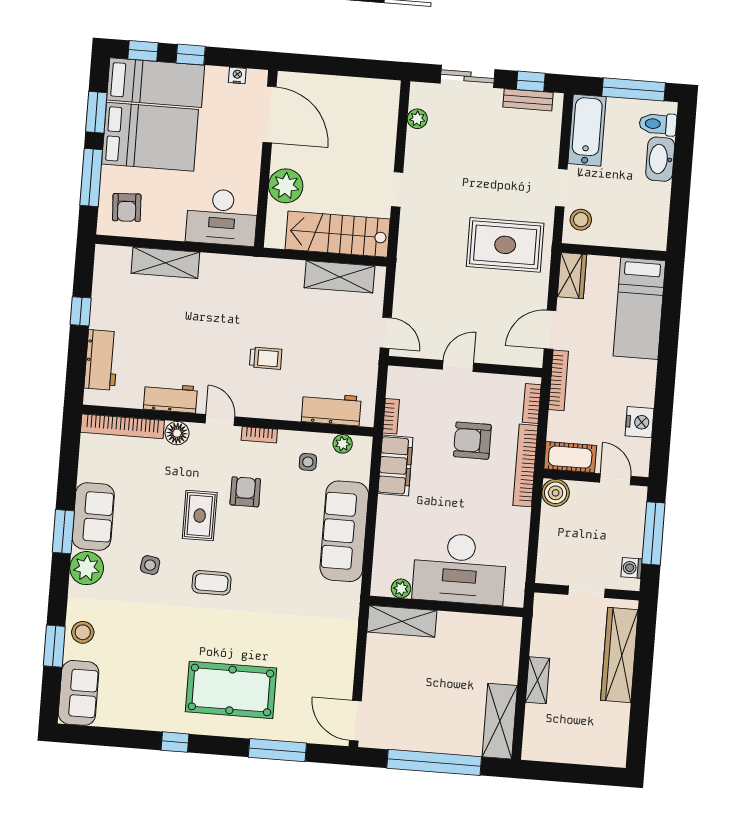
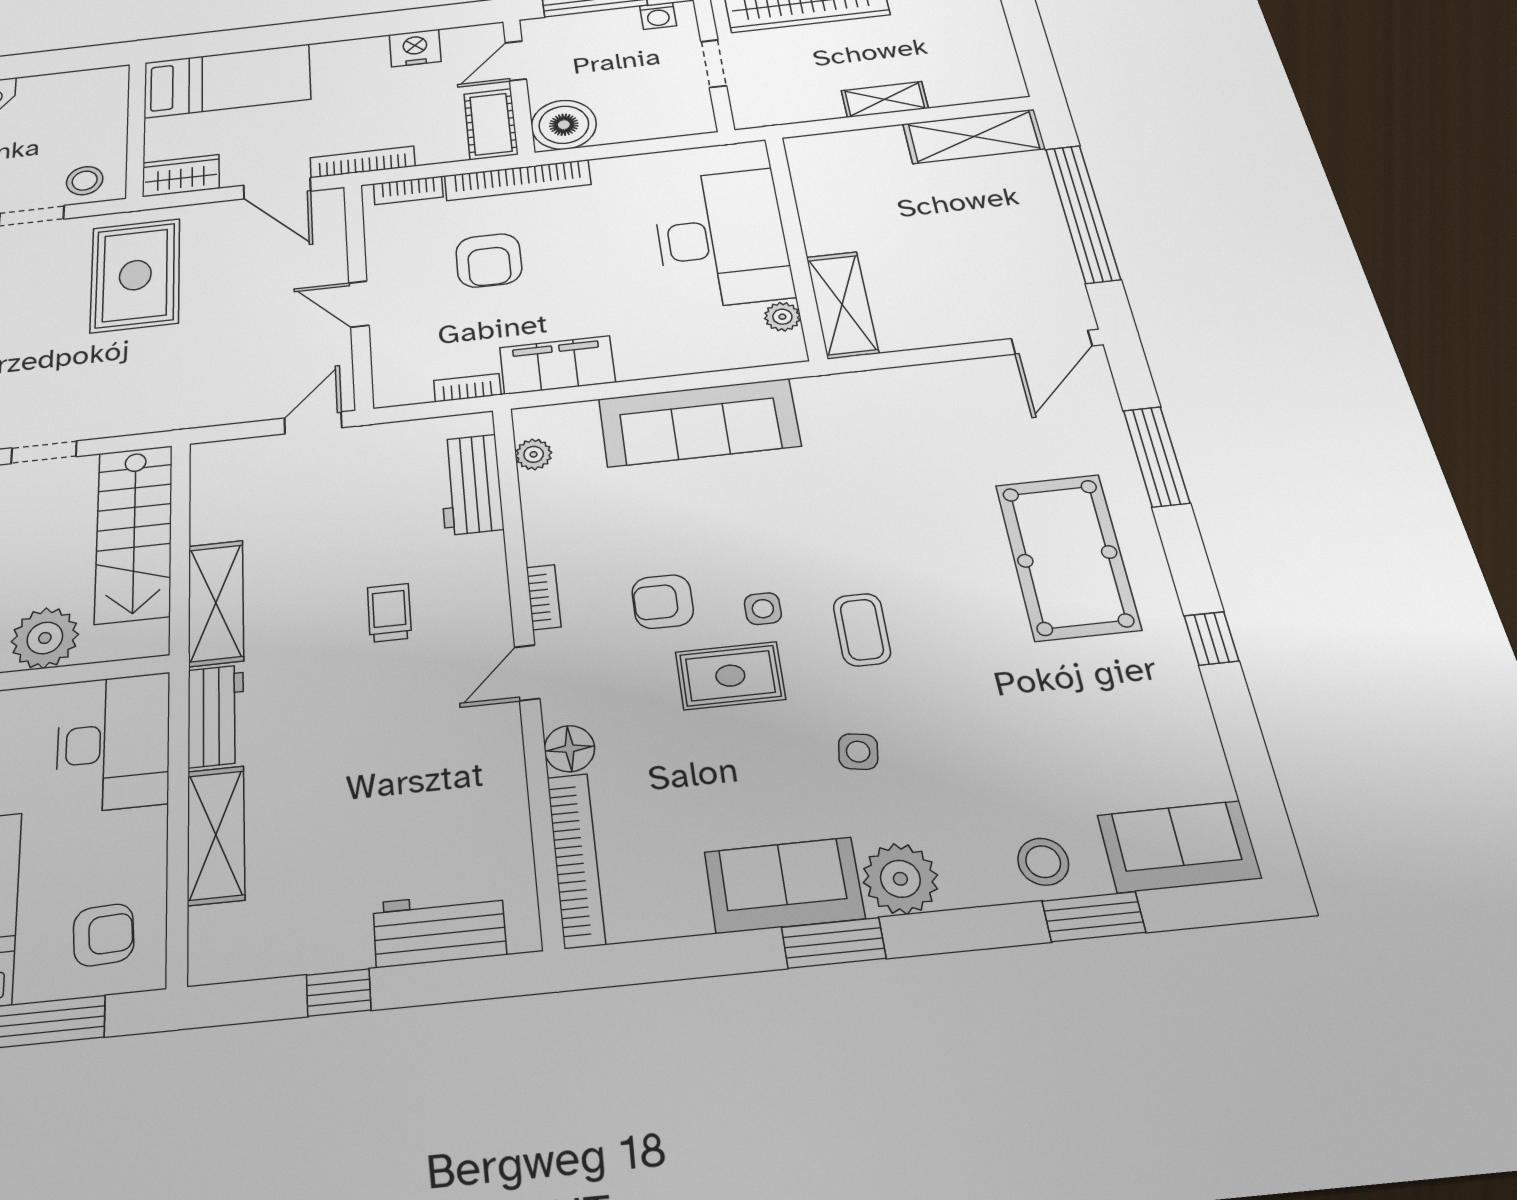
shelving: (339, 277) -> (216, 603), moved
workbench: (170, 398) -> (216, 716), moved, turned 180
side table: (308, 462) -> (763, 609), moved
boiler: (556, 493) -> (564, 125), width x1.37, depth x1.37

